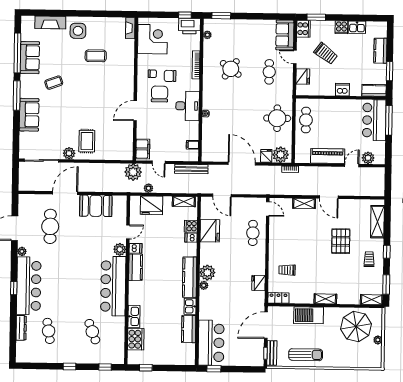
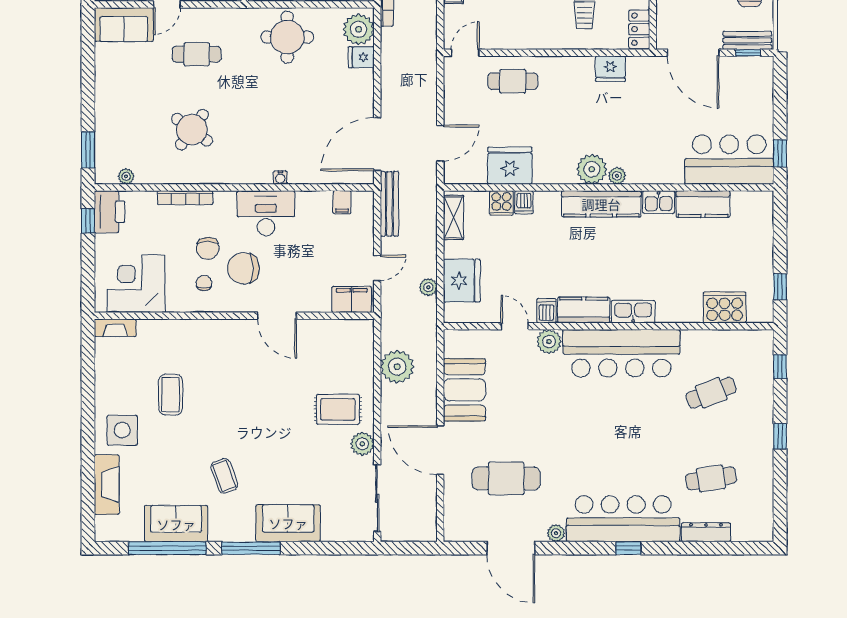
door: (242, 164) -> (377, 144), moved
plant: (133, 172) -> (397, 367), moved
kitchen sink: (134, 316) -> (633, 312), moved

